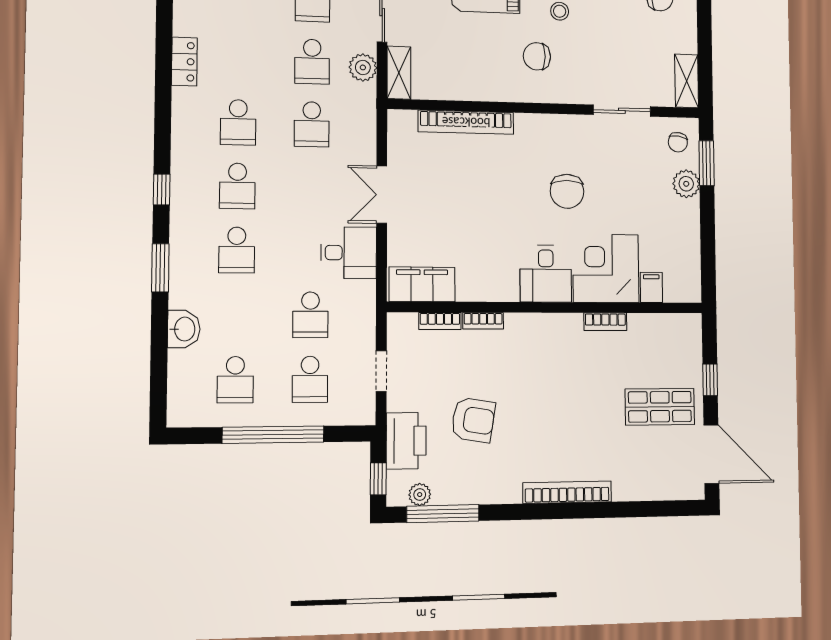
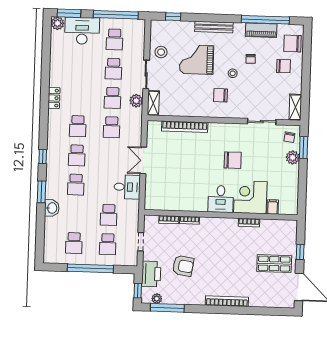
chair: (567, 191) -> (233, 160), turned -90
filing cabinet: (422, 284) -> (161, 202), removed
washbasin: (184, 329) -> (52, 208), moved

